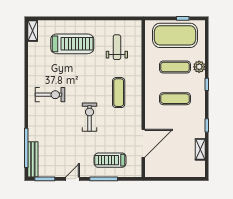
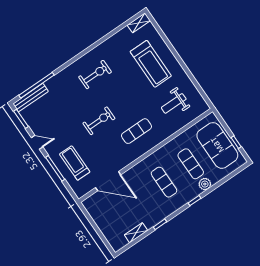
weight bench: (117, 47) -> (174, 103), turned 180
exercise bike: (50, 95) -> (95, 75), turned -90

